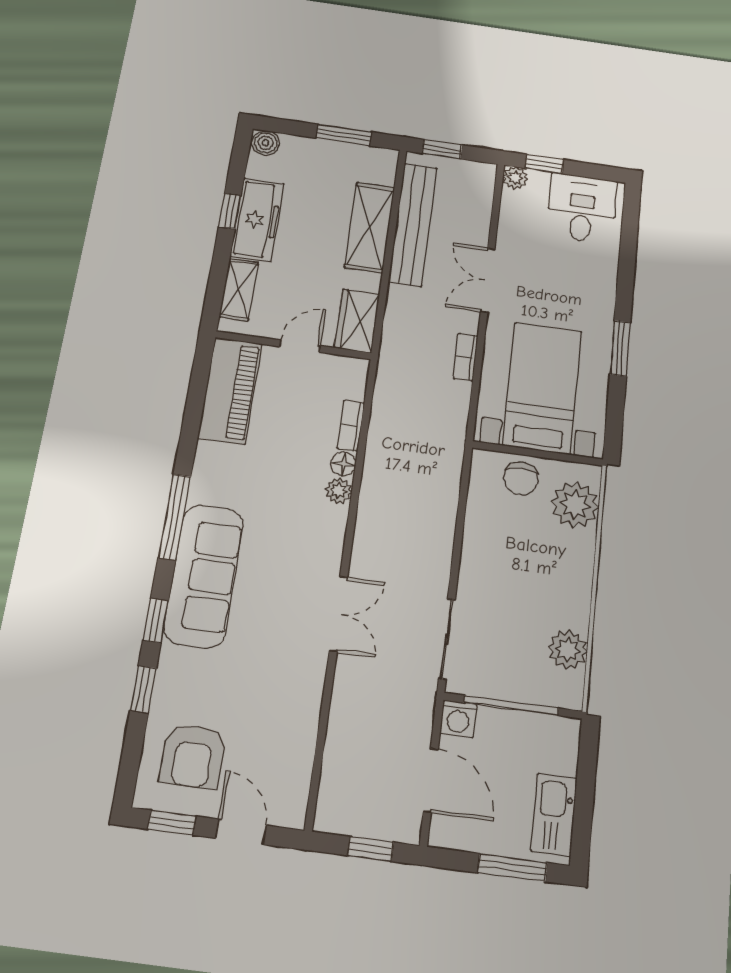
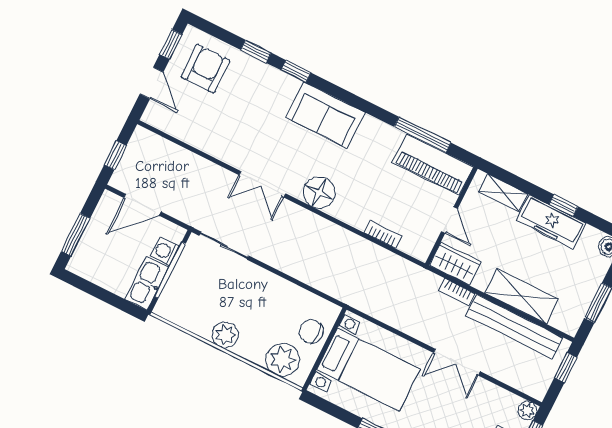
double door: (488, 280) -> (457, 362), swing flipped
bookcase: (466, 357) -> (457, 292), moved, turned 180
floor lamp: (343, 464) -> (319, 193), moved, width x1.89, depth x1.89
plant: (339, 491) -> (342, 212), removed
window: (174, 517) -> (423, 135), moved
sofa: (204, 576) -> (326, 115), width x0.73
plant: (568, 650) -> (225, 335), moved
washing machine: (458, 719) -> (165, 251), moved
armchair: (193, 756) -> (205, 69), turned 90
kitchen sink: (554, 815) -> (147, 283), moved, turned -90
door: (241, 832) -> (152, 83), hinge flipped

